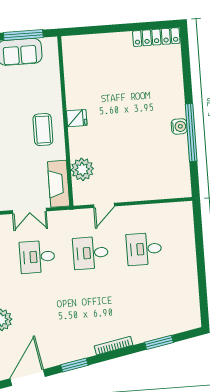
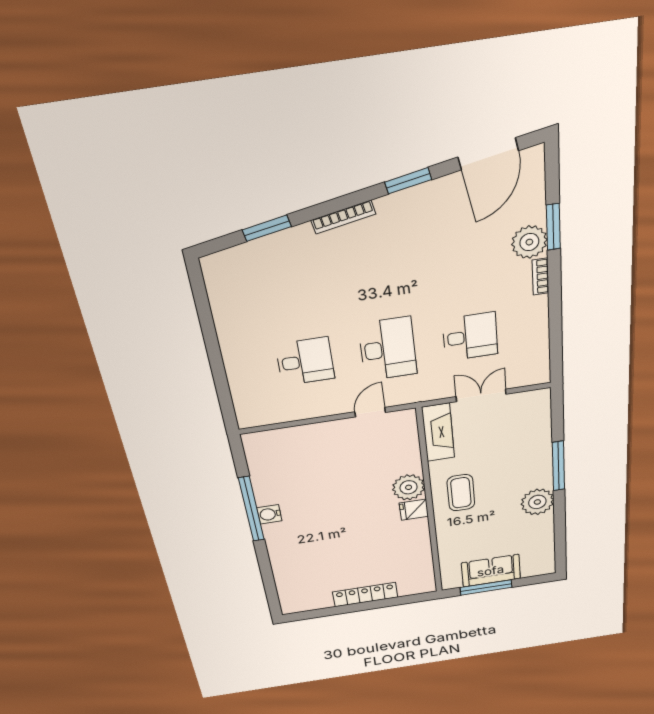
locker: (156, 37) -> (365, 595), moved
plant: (82, 169) -> (409, 487), moved
desk: (91, 253) -> (388, 349), width x1.37

